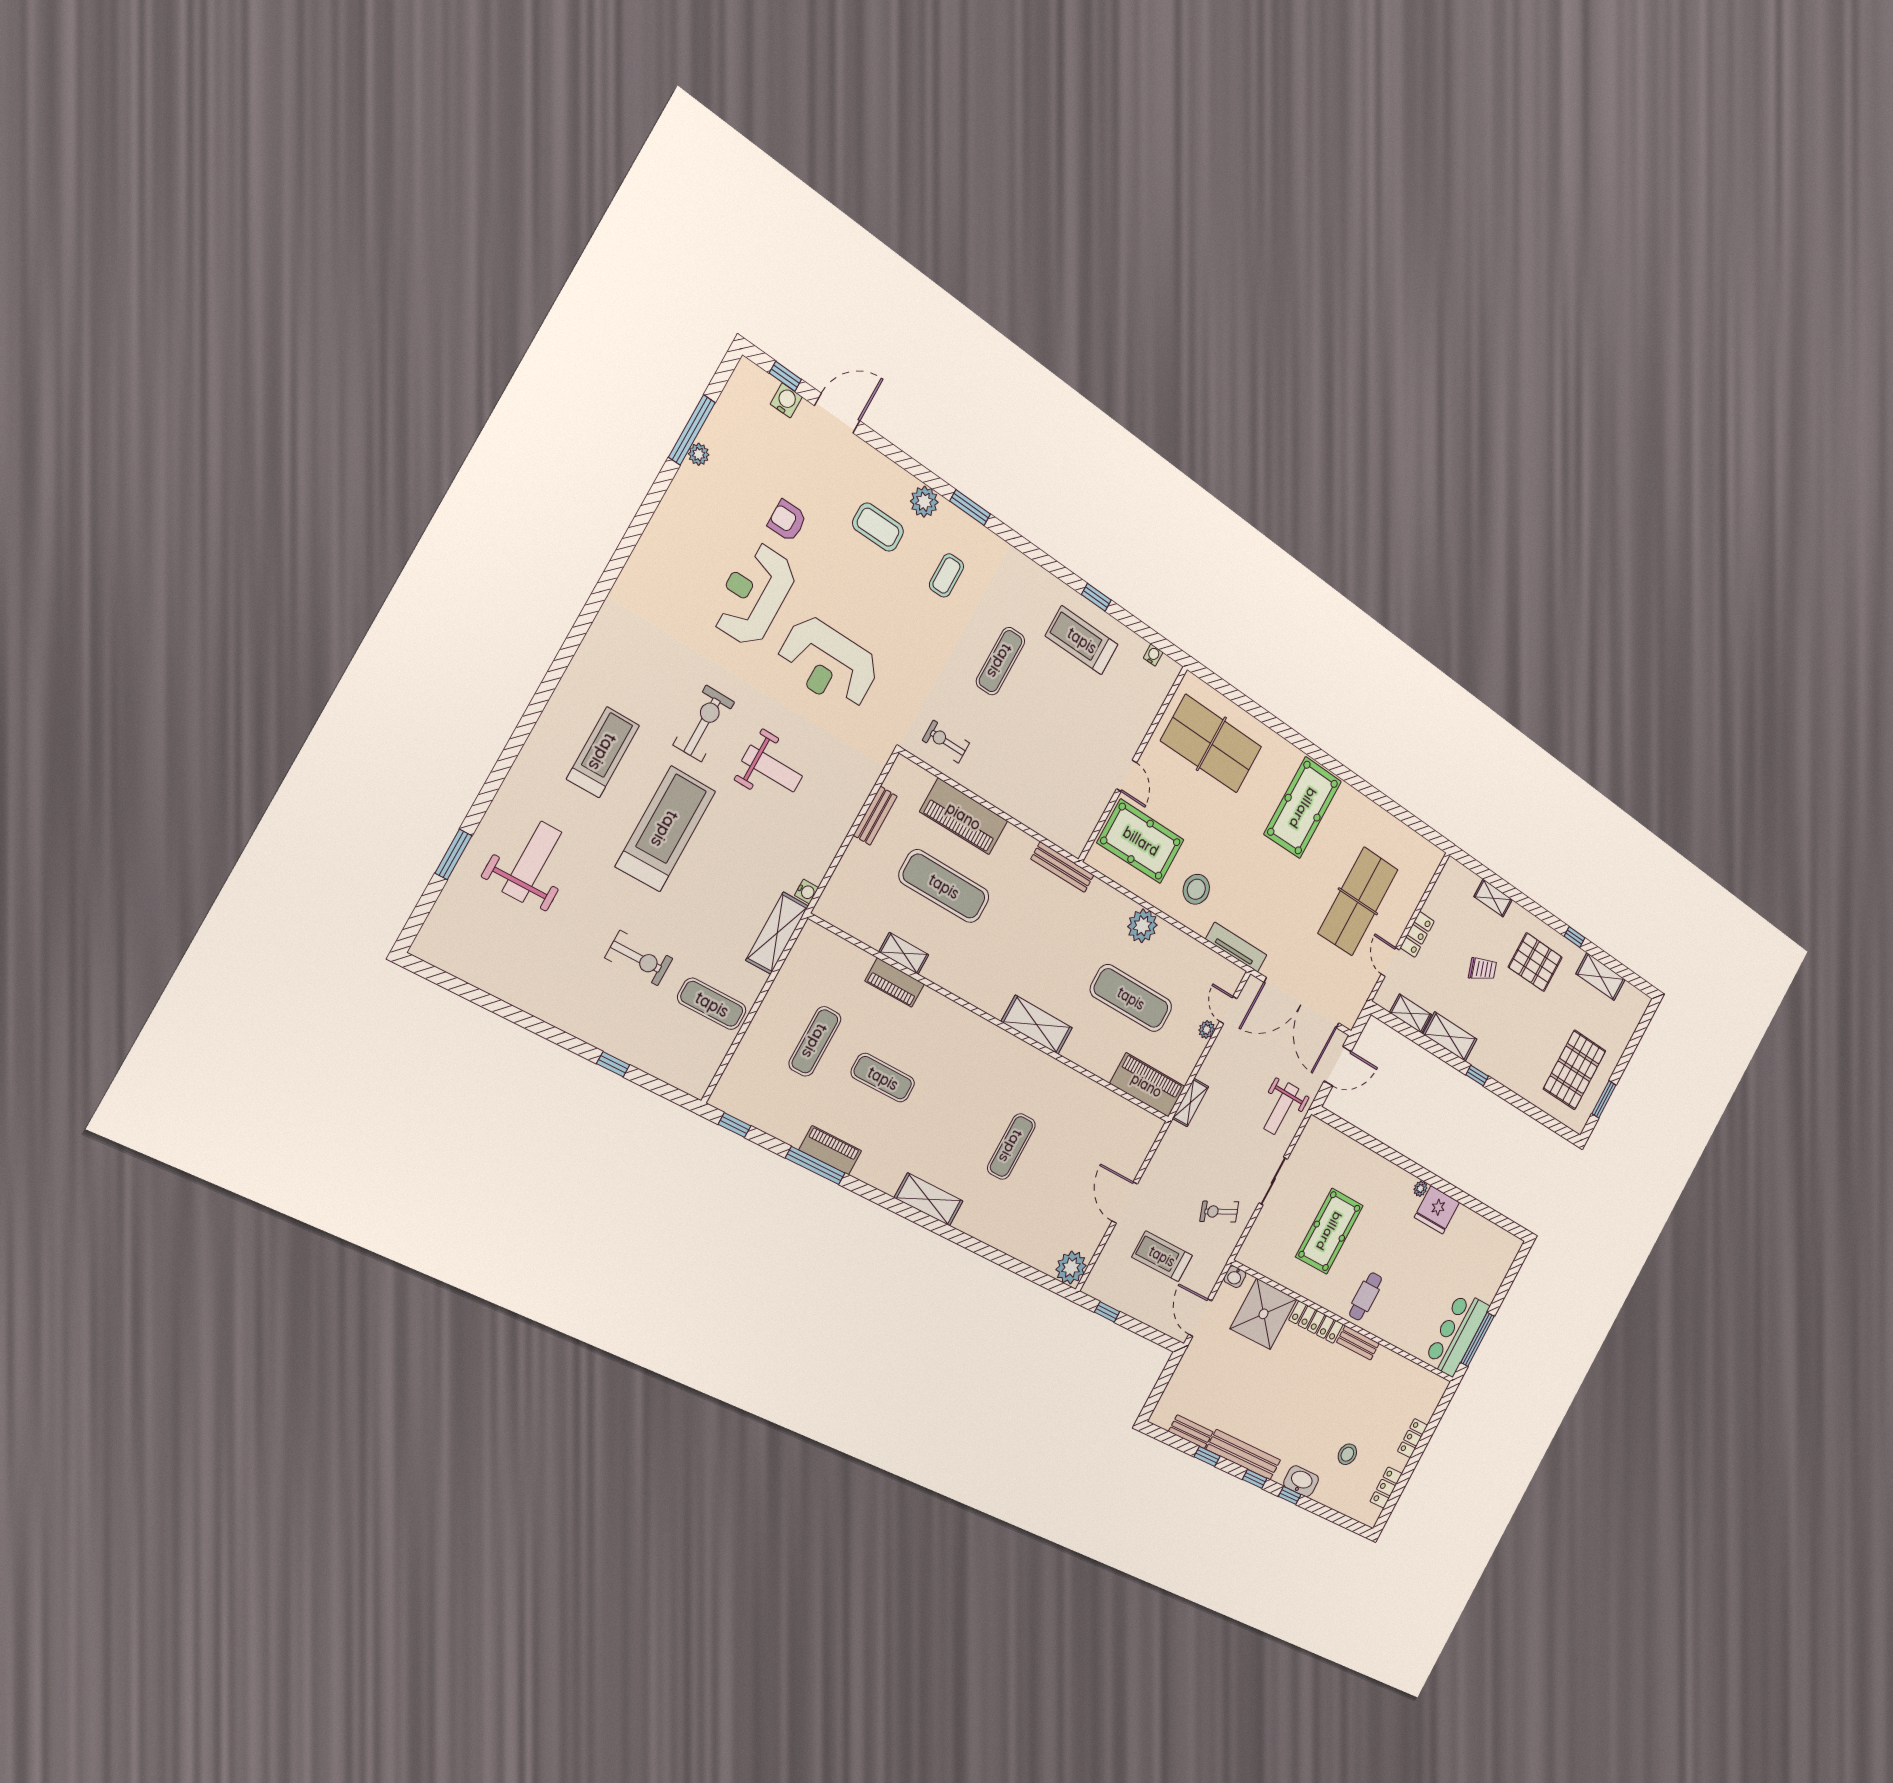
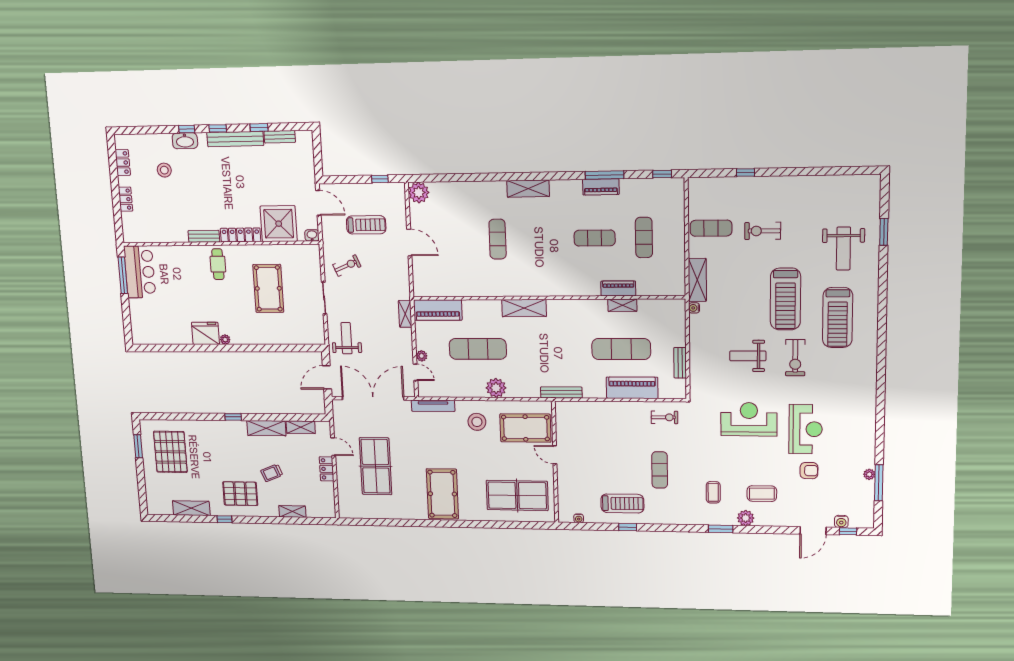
treadmill: (603, 752) -> (838, 318), width x1.37, depth x1.38

